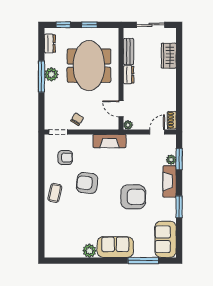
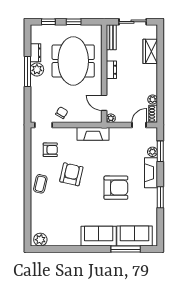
dresser: (50, 44) -> (35, 53), moved
bench: (128, 51) -> (111, 37), moved
plant: (171, 106) -> (153, 100), added
armchair: (87, 183) -> (71, 174), turned 97
sofa: (166, 239) -> (135, 236), moved, turned 90
plant: (89, 251) -> (40, 240), moved

